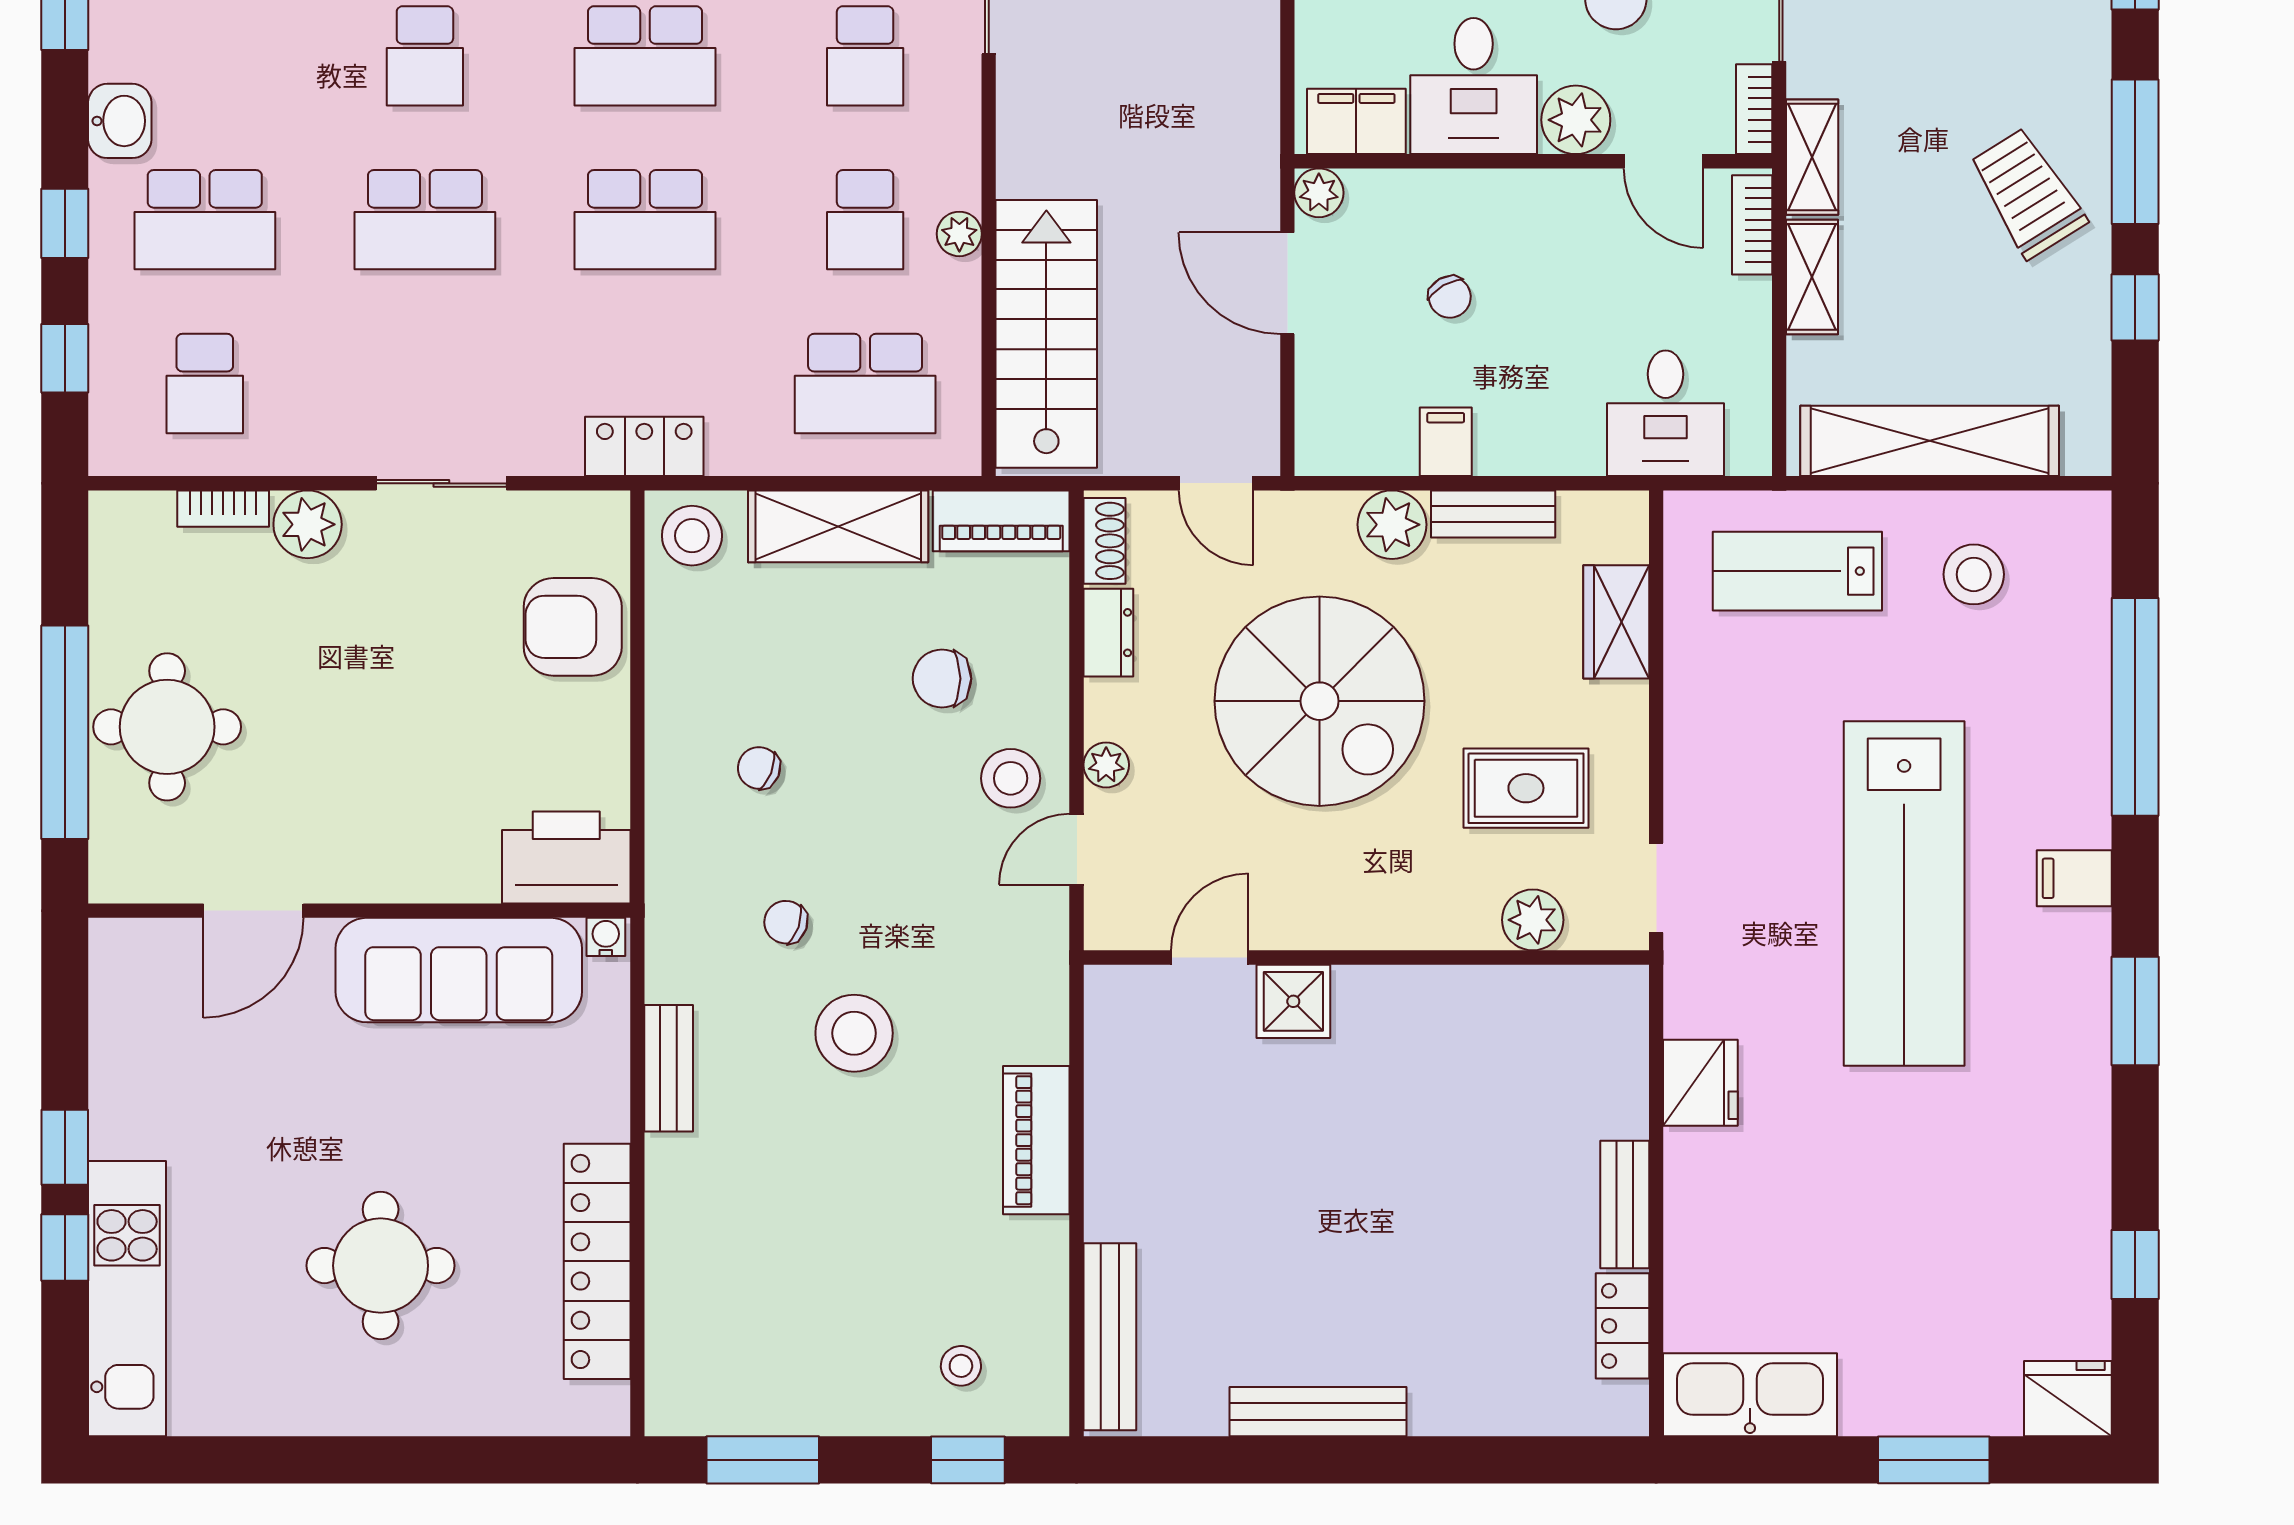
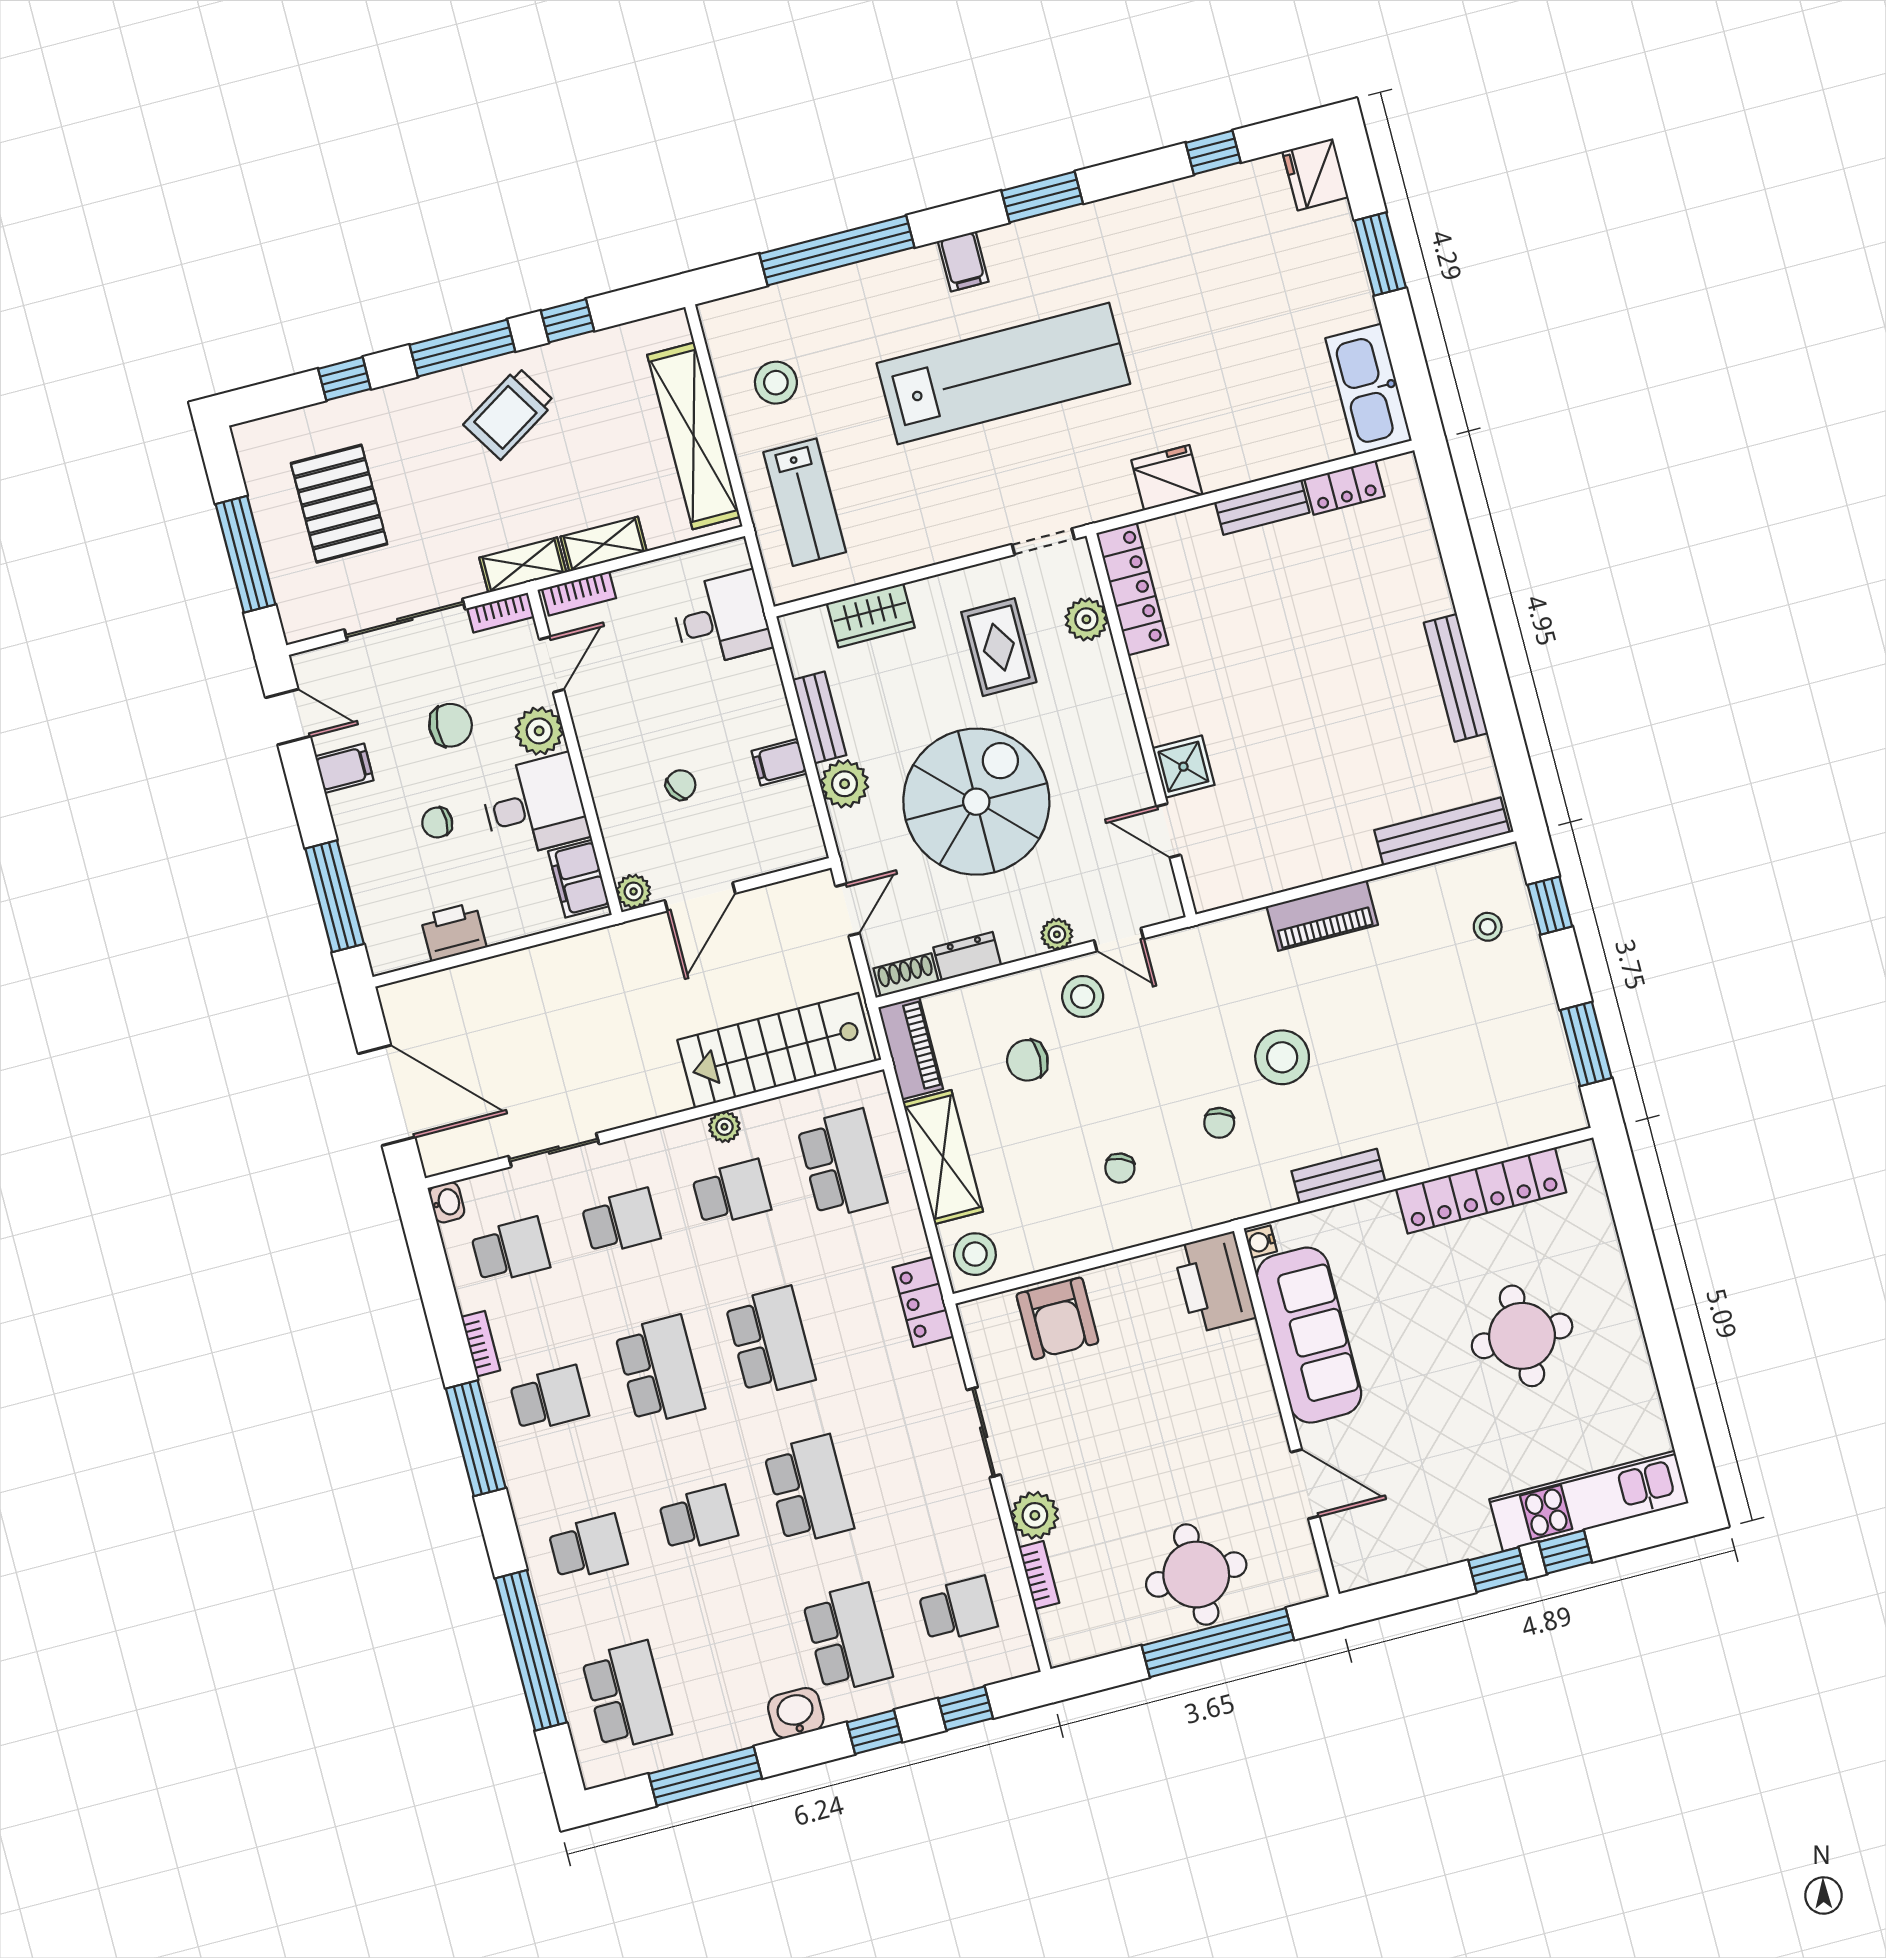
chair: (942, 679) -> (1027, 1060), turned 90
locker: (1559, 995) -> (1132, 589), added

